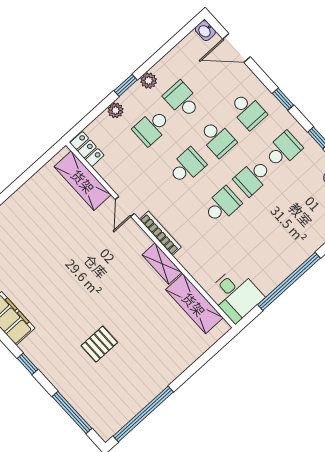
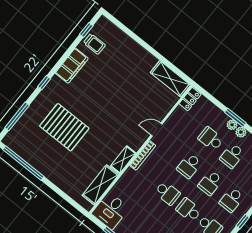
window: (126, 85) -> (235, 118), width x1.50
school desk: (182, 100) -> (232, 156), turned 180
plant: (116, 110) -> (232, 125), moved
school desk: (187, 166) -> (189, 166), turned 90
shelving: (83, 181) -> (170, 79), moved, turned 90
pallet: (99, 344) -> (64, 127), width x2.05, depth x2.00

